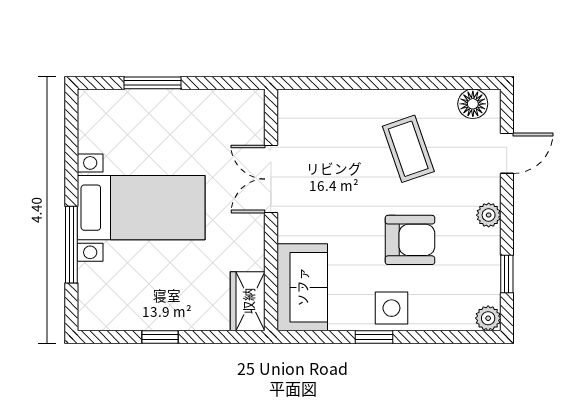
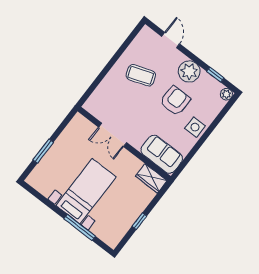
floor lamp: (473, 104) -> (143, 39), removed
plant: (489, 215) -> (189, 72), width x1.88, depth x1.88
window: (374, 337) -> (201, 142), removed

